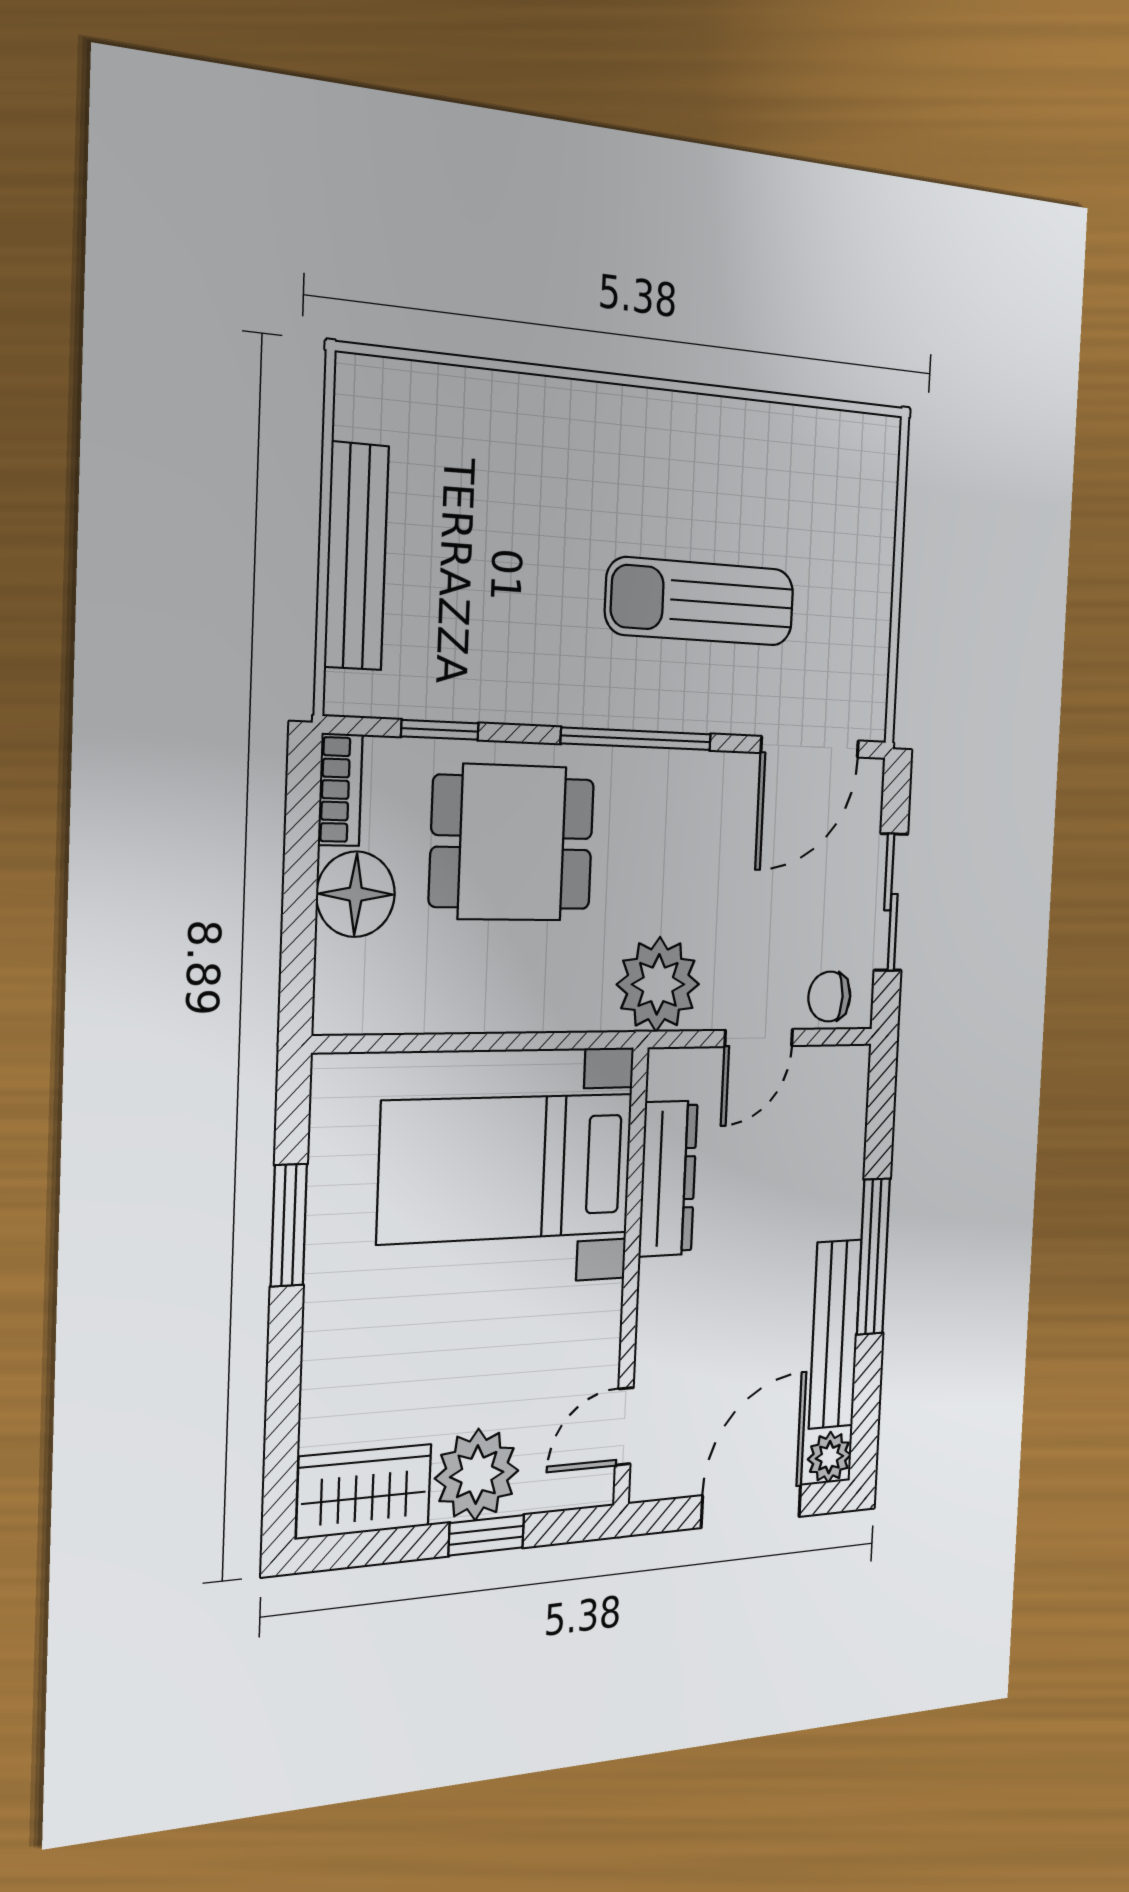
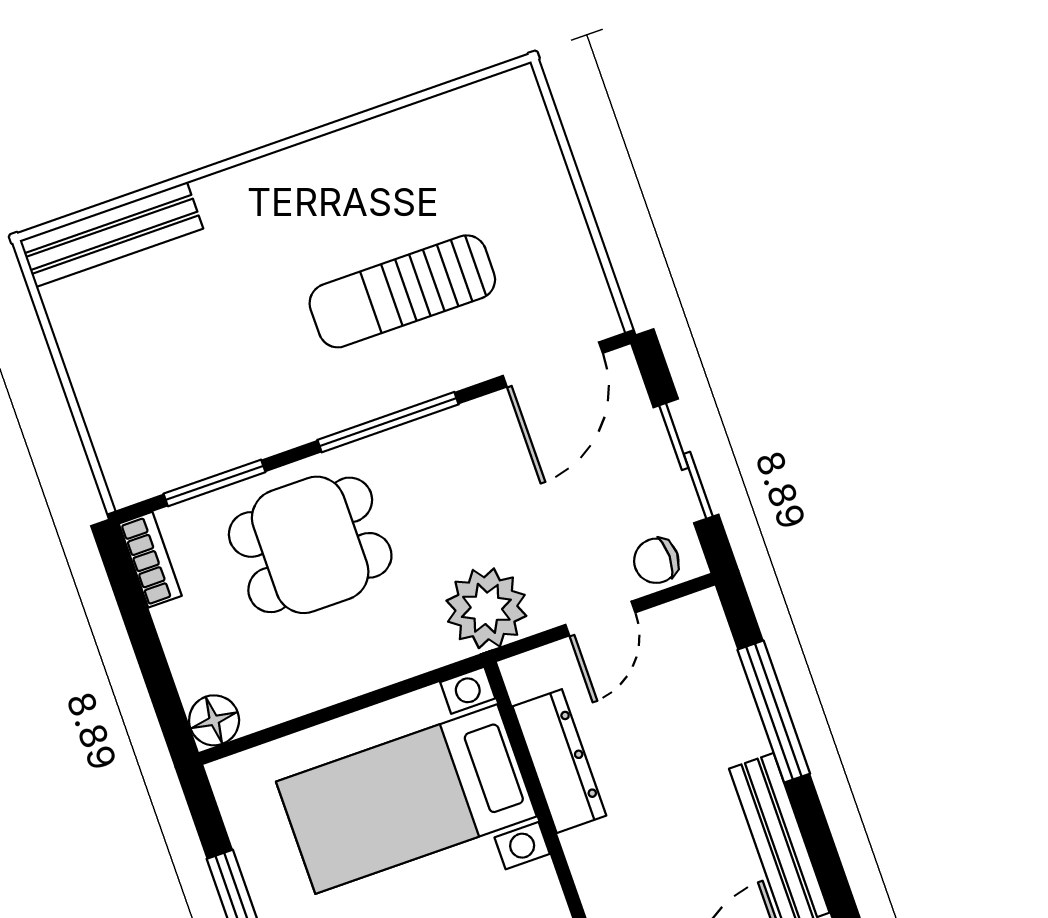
bench: (356, 556) -> (111, 234), moved, turned 90
window: (440, 730) -> (214, 483), width x1.50
floor lamp: (356, 894) -> (214, 720), moved, width x0.73, depth x0.73
window: (873, 1257) -> (774, 712), moved

